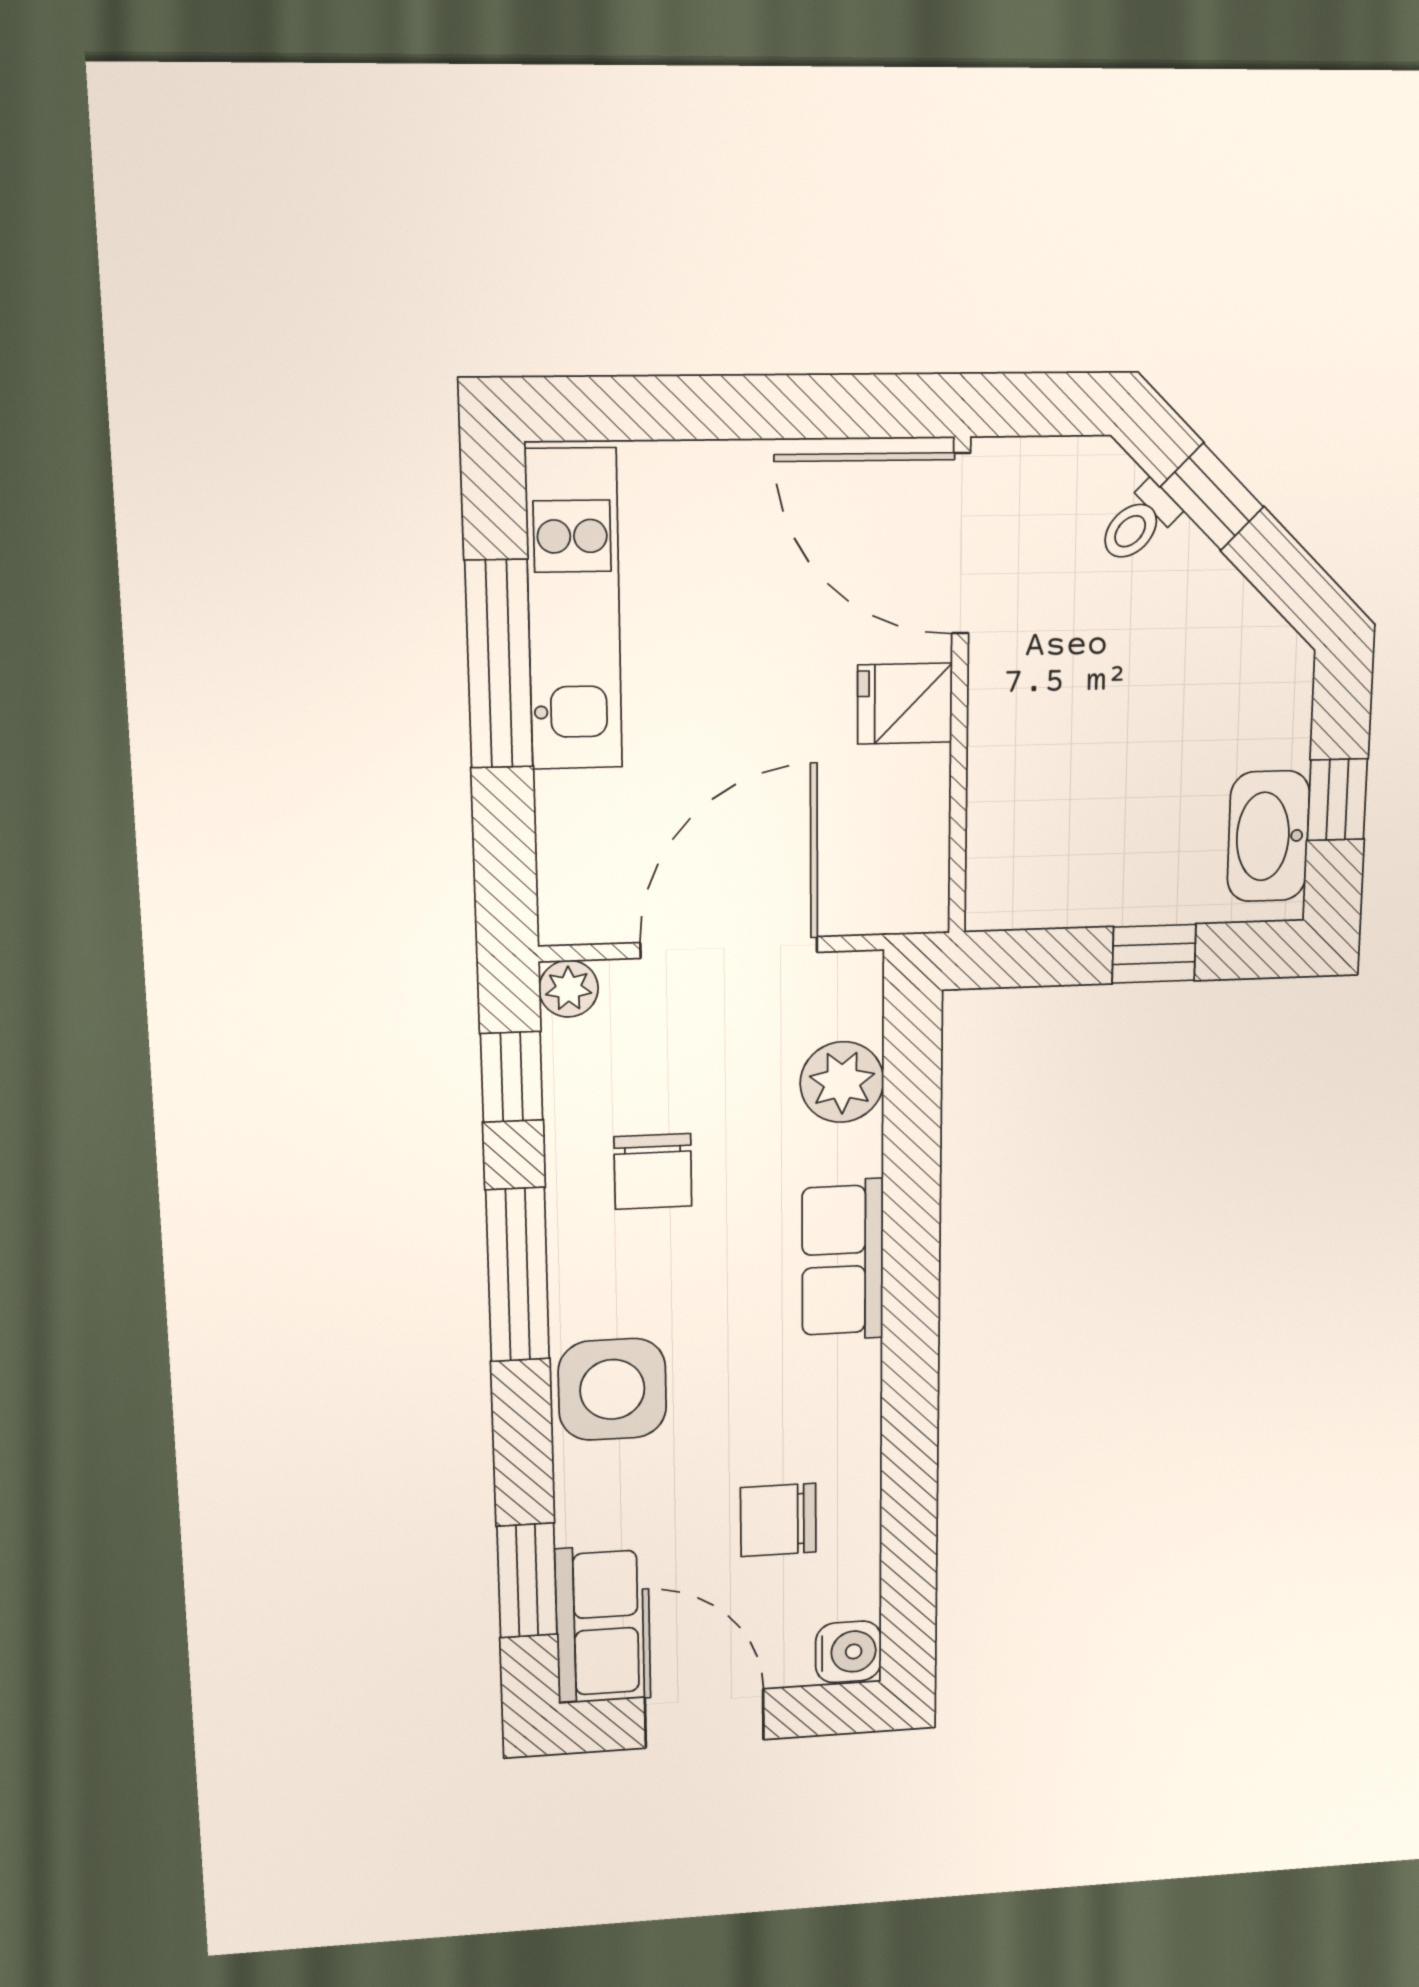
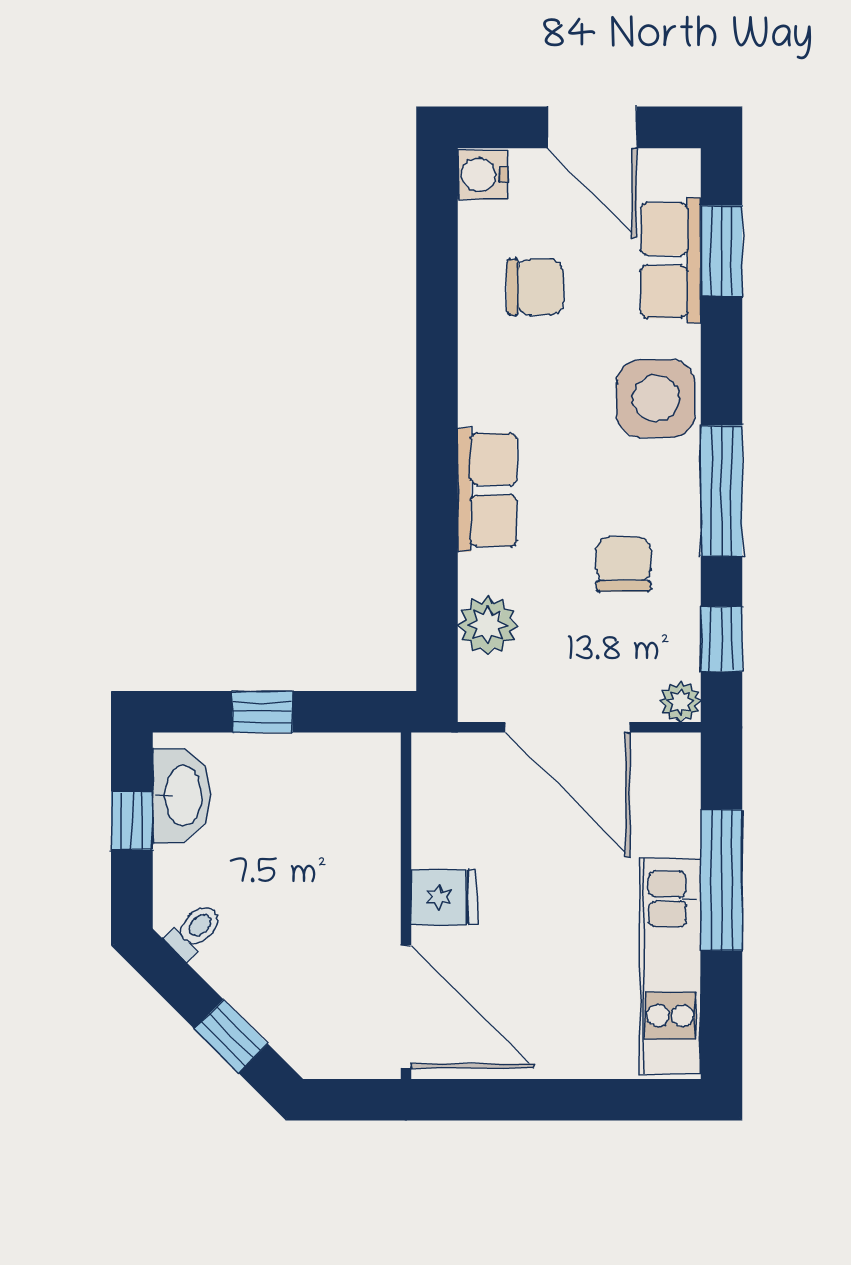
toilet: (1138, 523) -> (194, 931), moved
window: (499, 664) -> (721, 880), moved
door: (729, 947) -> (568, 727), hinge flipped
row of seats: (597, 1624) -> (671, 260), moved

